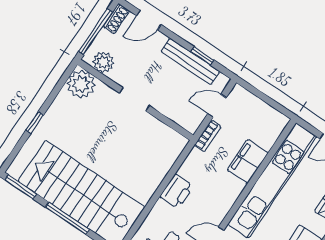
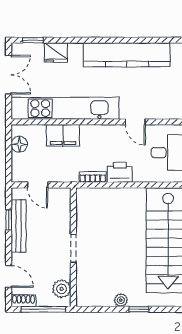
plant: (81, 84) -> (121, 300), moved, width x0.53, depth x0.53
floor lamp: (267, 114) -> (19, 144), added
bookcase: (208, 136) -> (93, 177), moved

